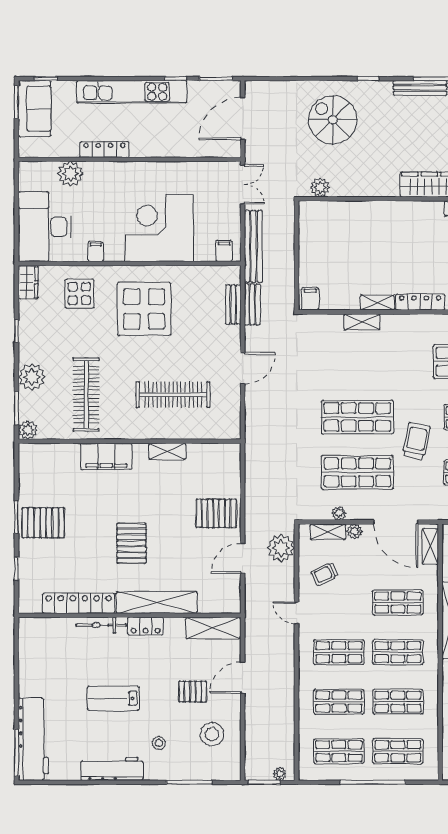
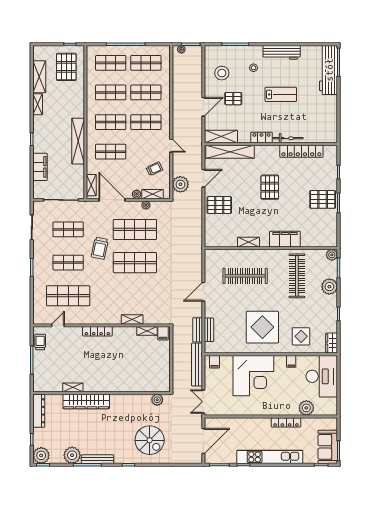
shelving: (377, 303) -> (147, 331), moved
shelving: (157, 603) -> (230, 152), moved

